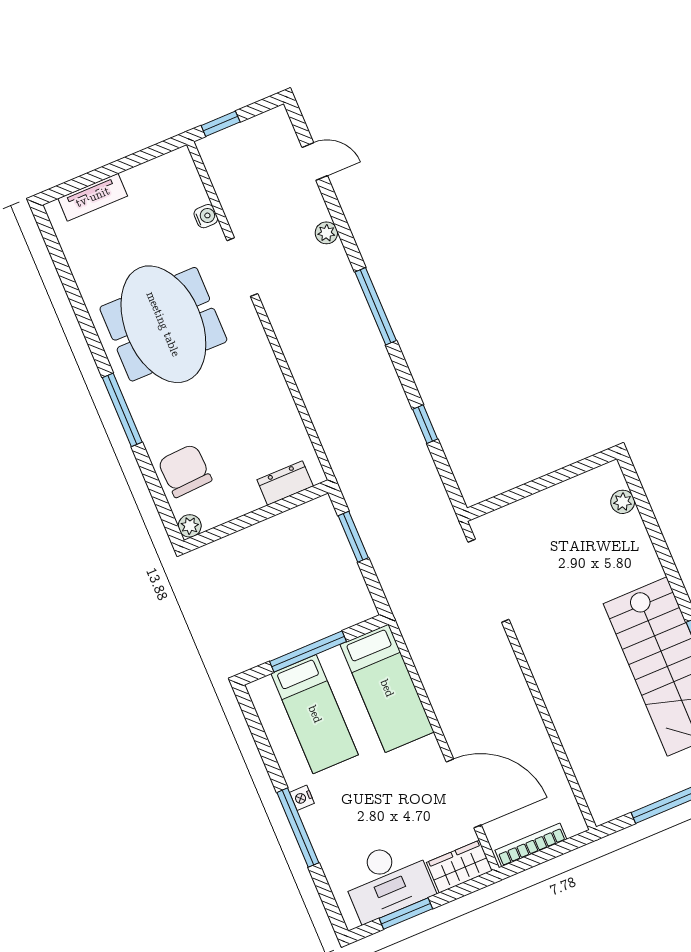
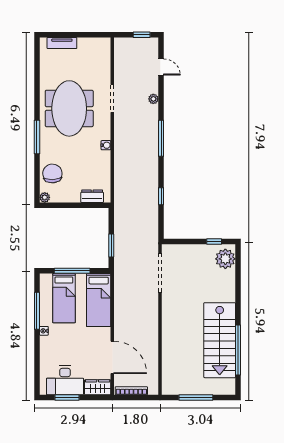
window: (221, 124) -> (142, 35), moved
water cooler: (206, 216) -> (106, 145), moved
window: (572, 471) -> (214, 242), added
plant: (623, 502) -> (225, 259), width x1.88, depth x1.88
window: (353, 537) -> (111, 246), moved
window: (298, 828) -> (37, 311), moved

